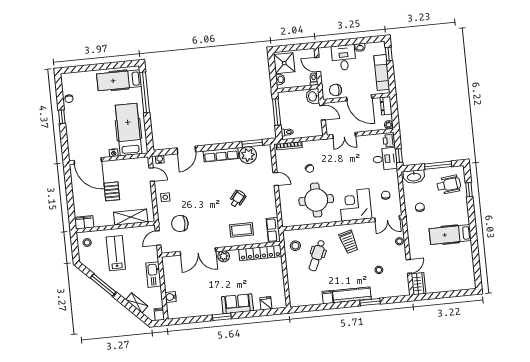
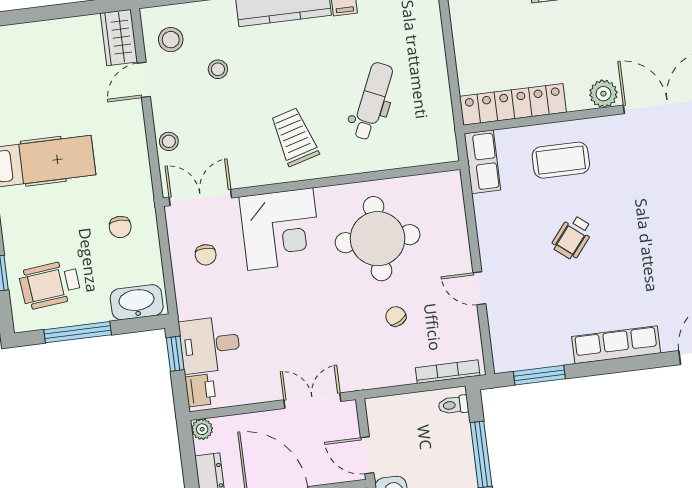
plant: (248, 155) -> (550, 346), removed
stool: (295, 246) -> (171, 40), moved

